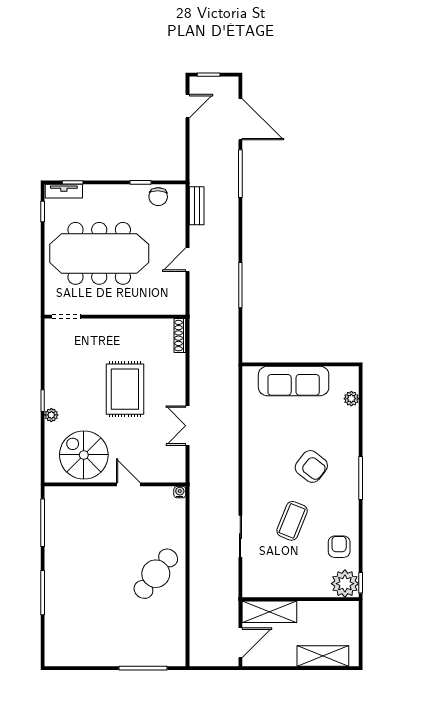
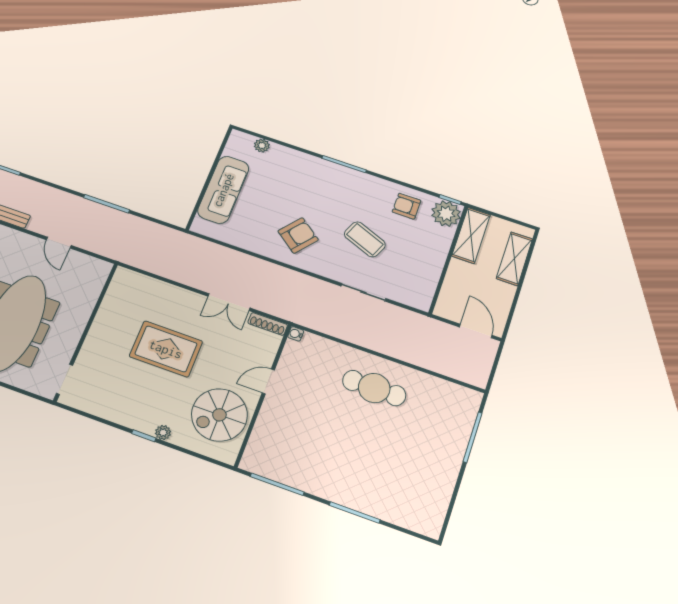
shoe rack: (180, 336) -> (268, 324), moved
armchair: (311, 466) -> (298, 235), moved
cafe table: (156, 574) -> (374, 388), turned -38
shelving: (269, 612) -> (471, 235), moved

